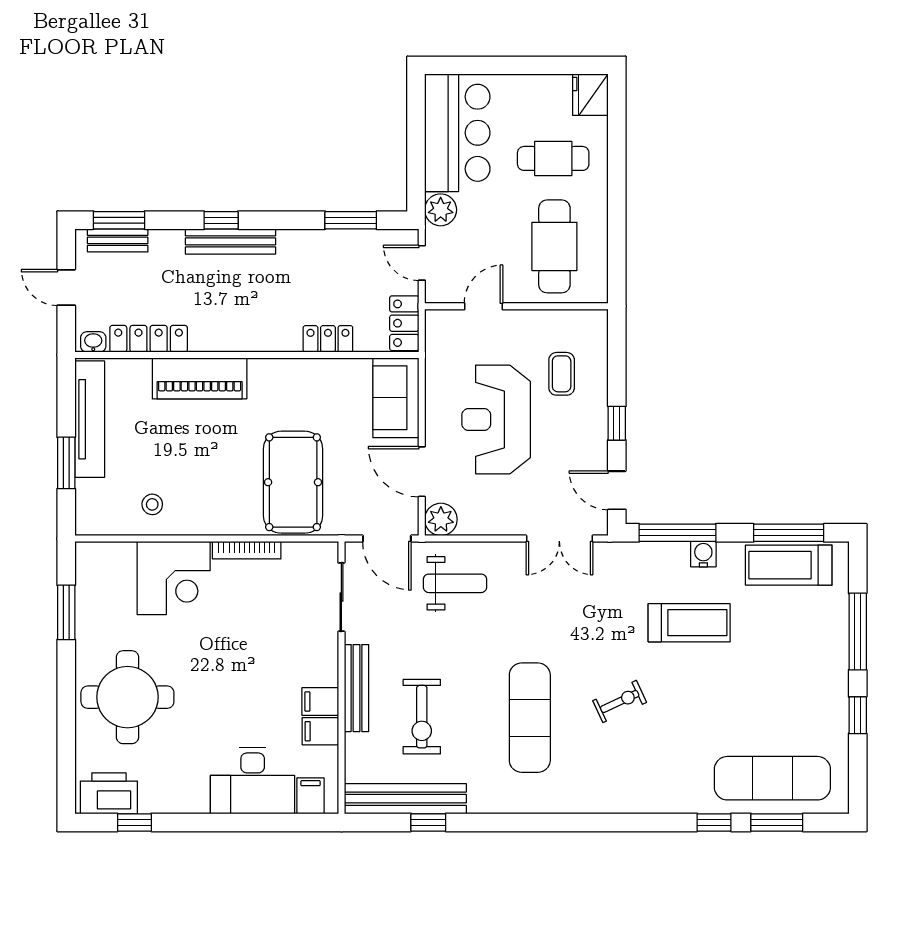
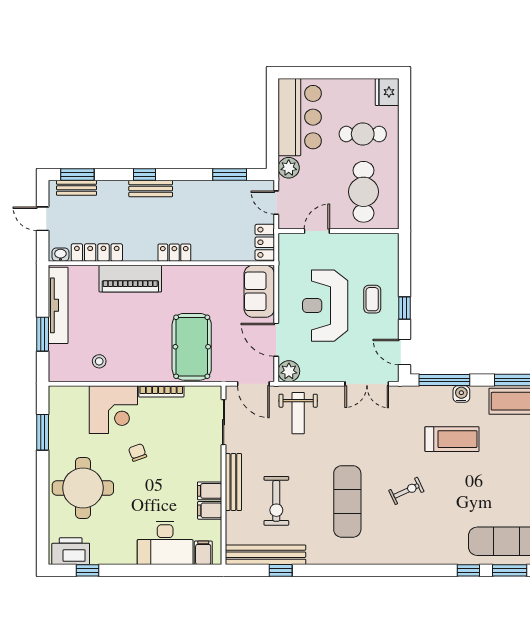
bench: (231, 241) -> (151, 189), width x0.73
locker: (328, 339) -> (174, 253), moved
coffee table: (562, 374) -> (372, 299), moved
weight bench: (455, 583) -> (298, 413), turned 90
chair: (211, 643) -> (138, 452), added

